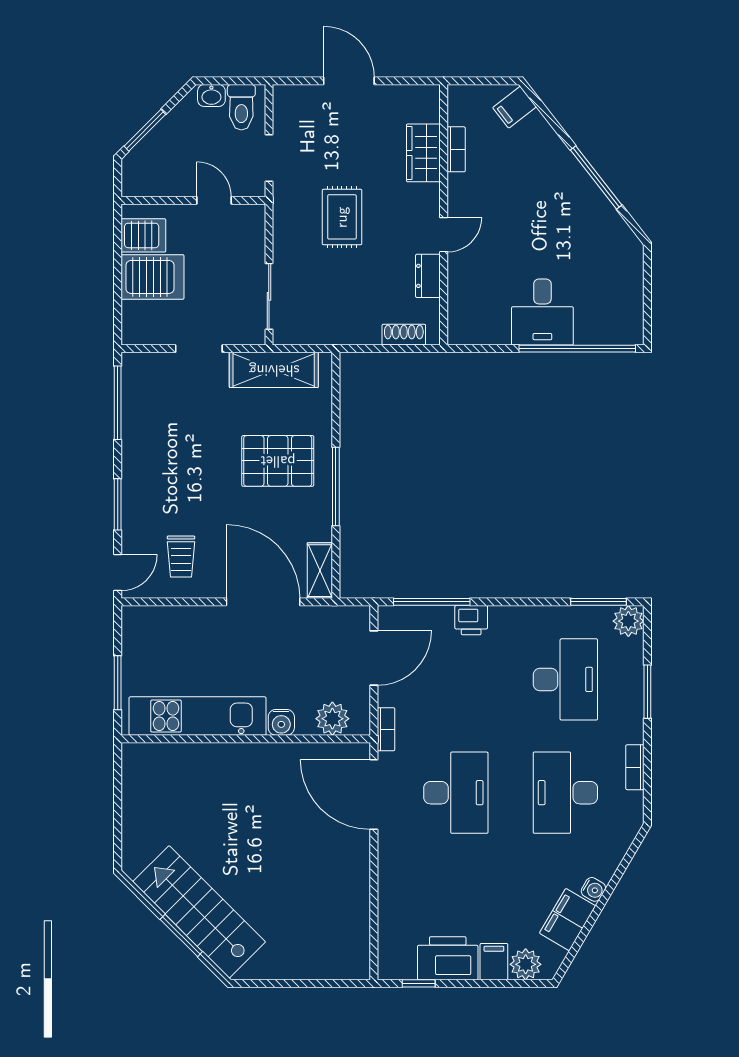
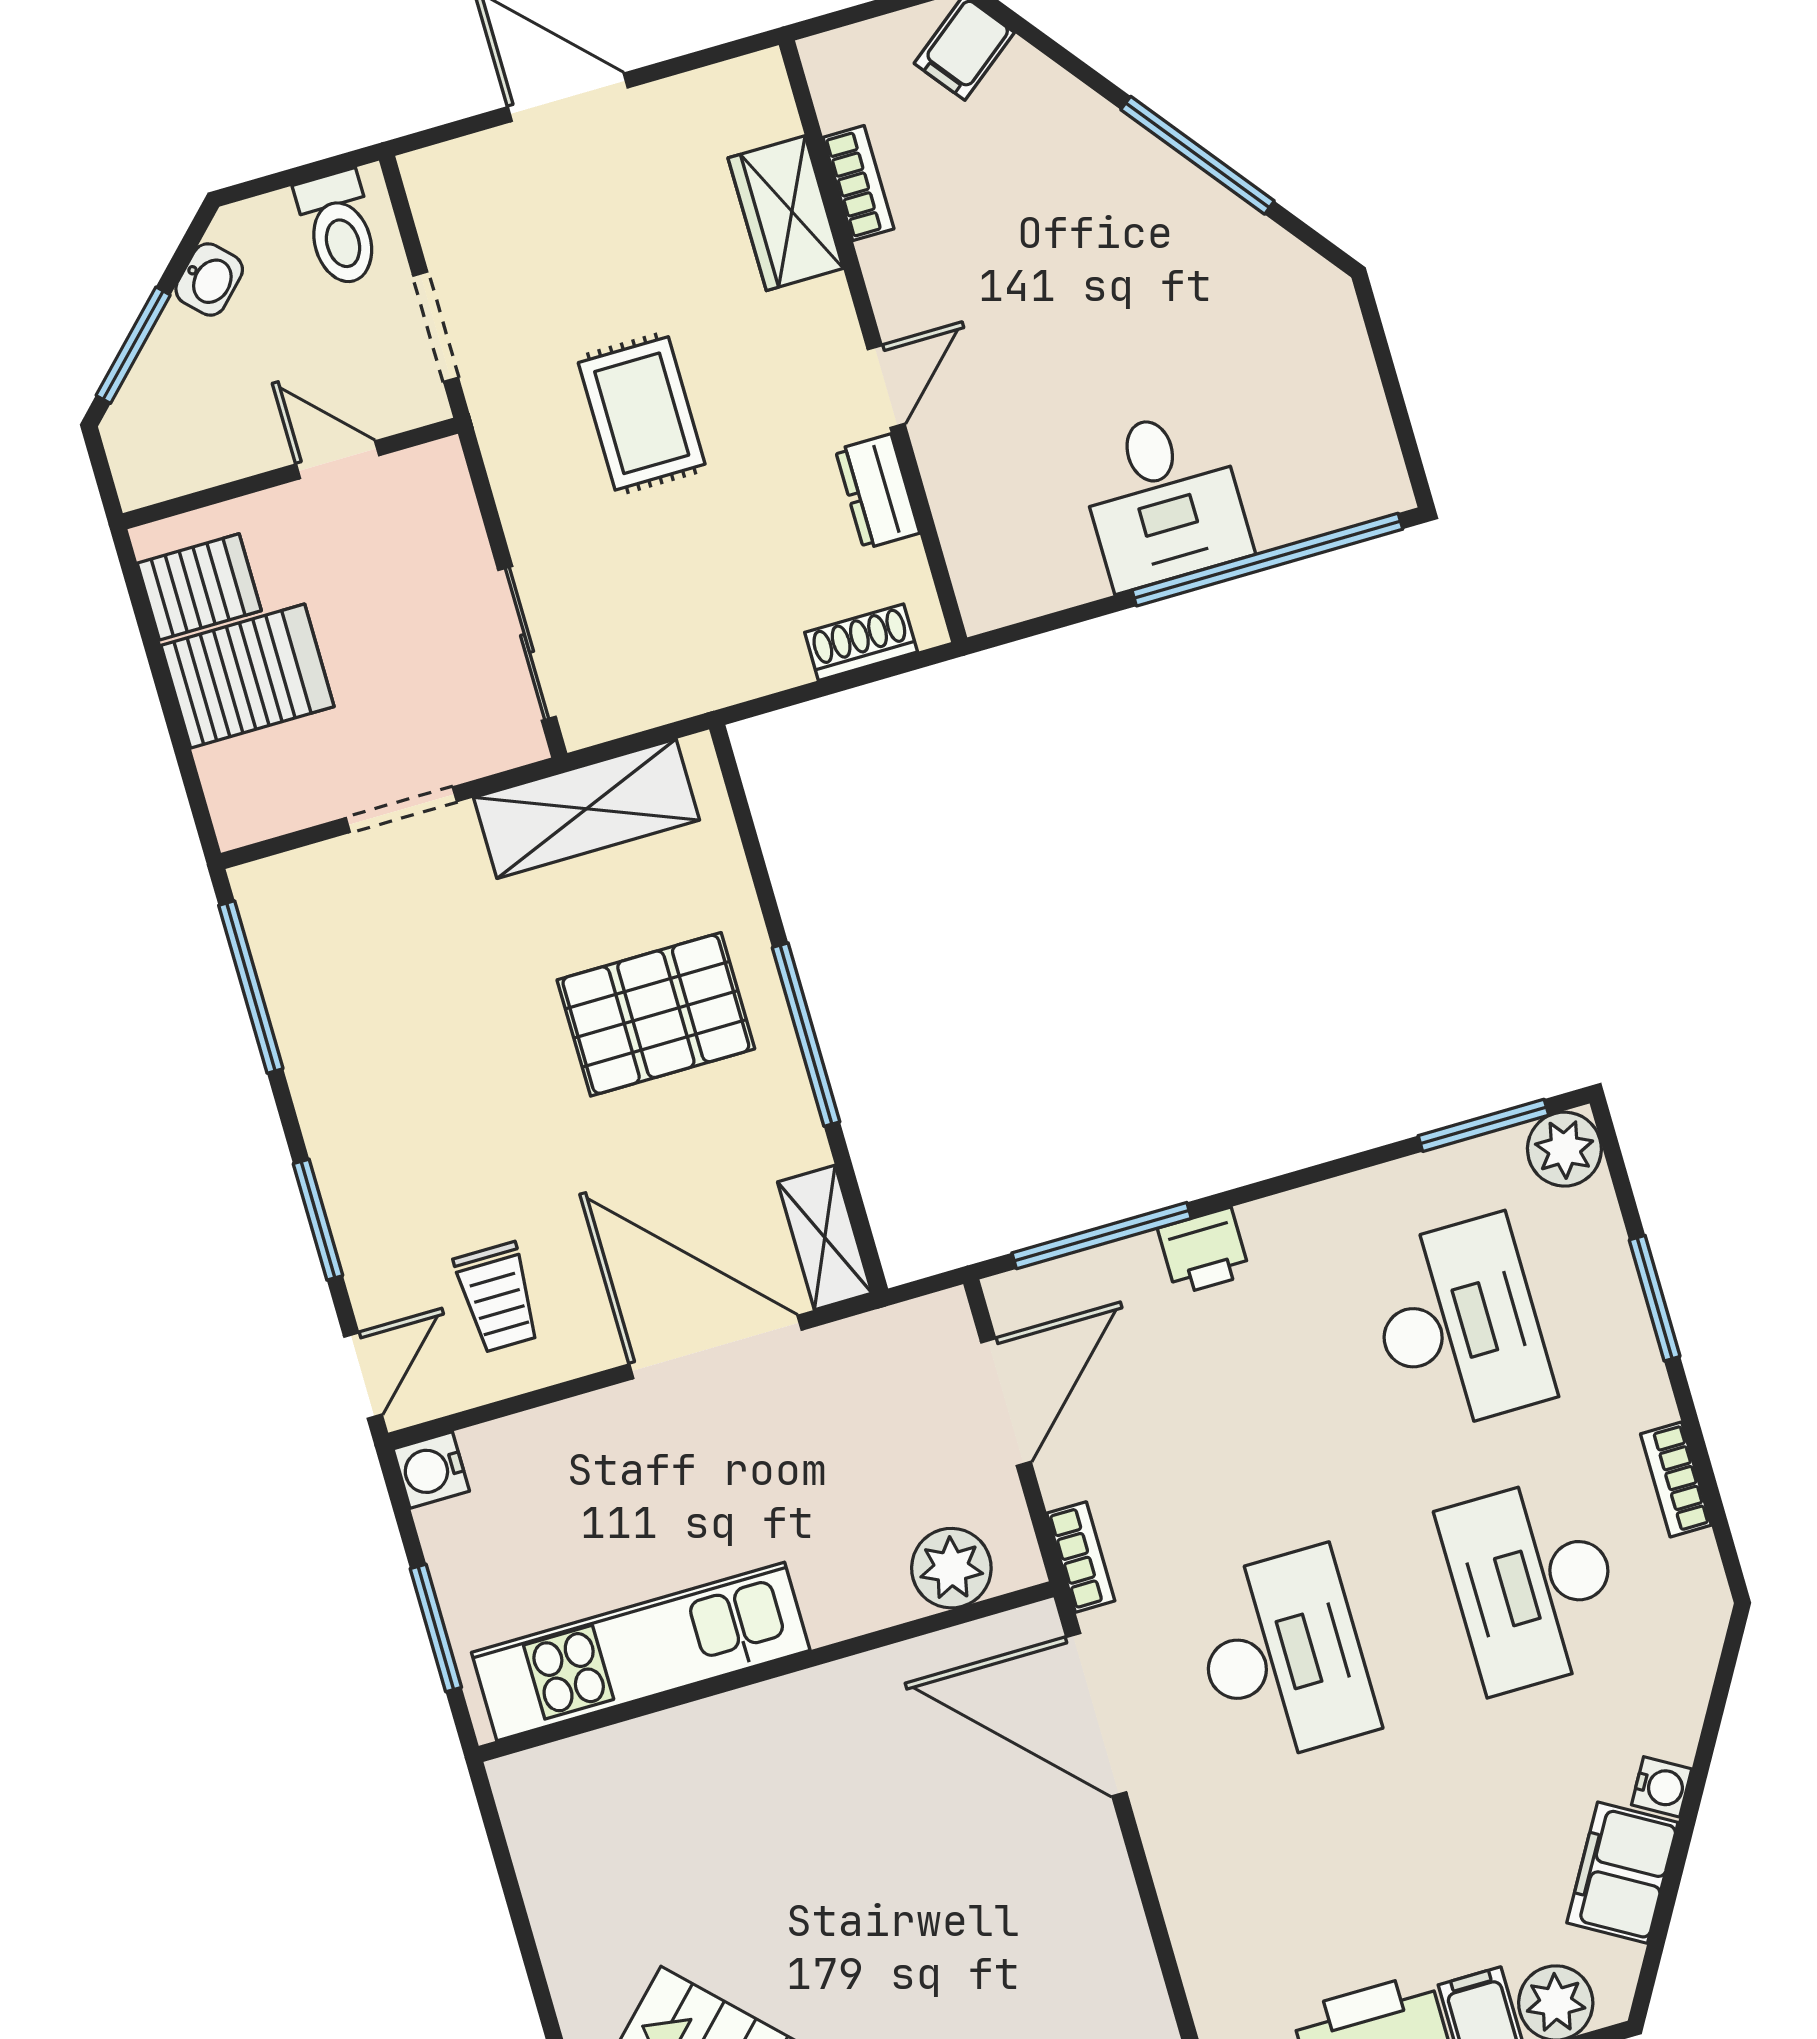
washbasin: (211, 95) -> (209, 279), moved, turned -45
water cooler: (281, 722) -> (431, 1470), moved, turned 90

